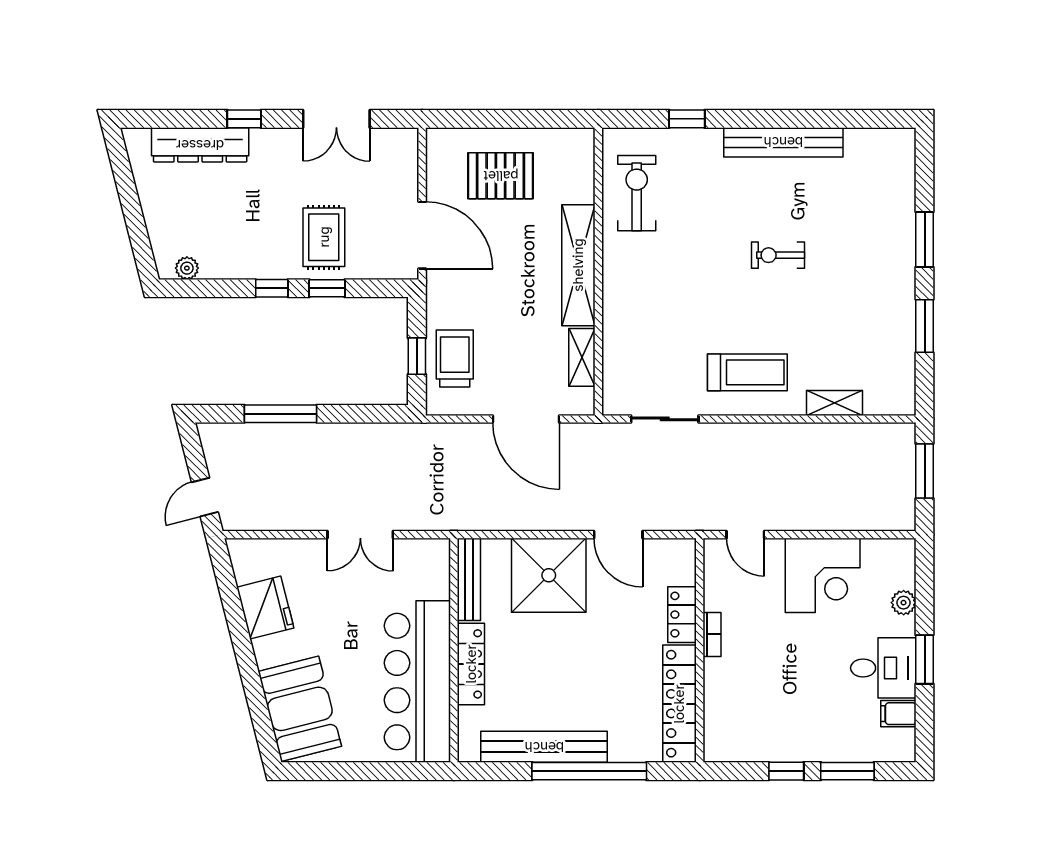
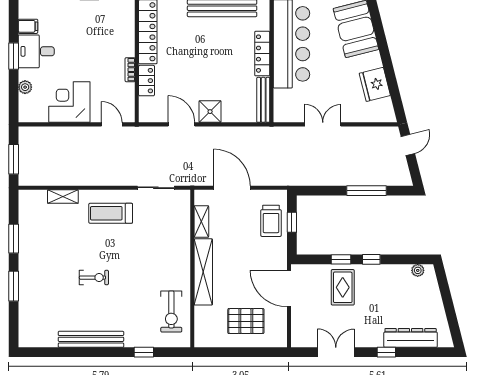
shower: (549, 575) -> (210, 112), width x0.54, depth x0.54

